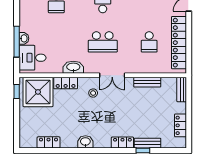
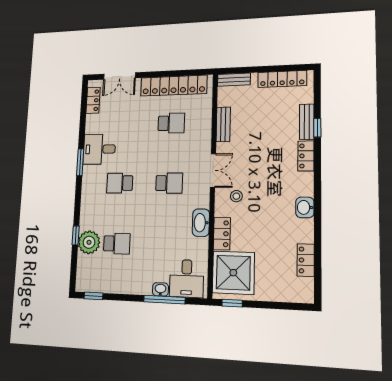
school desk: (103, 42) -> (169, 183), width x0.54
locker: (181, 125) -> (282, 79), width x1.53

